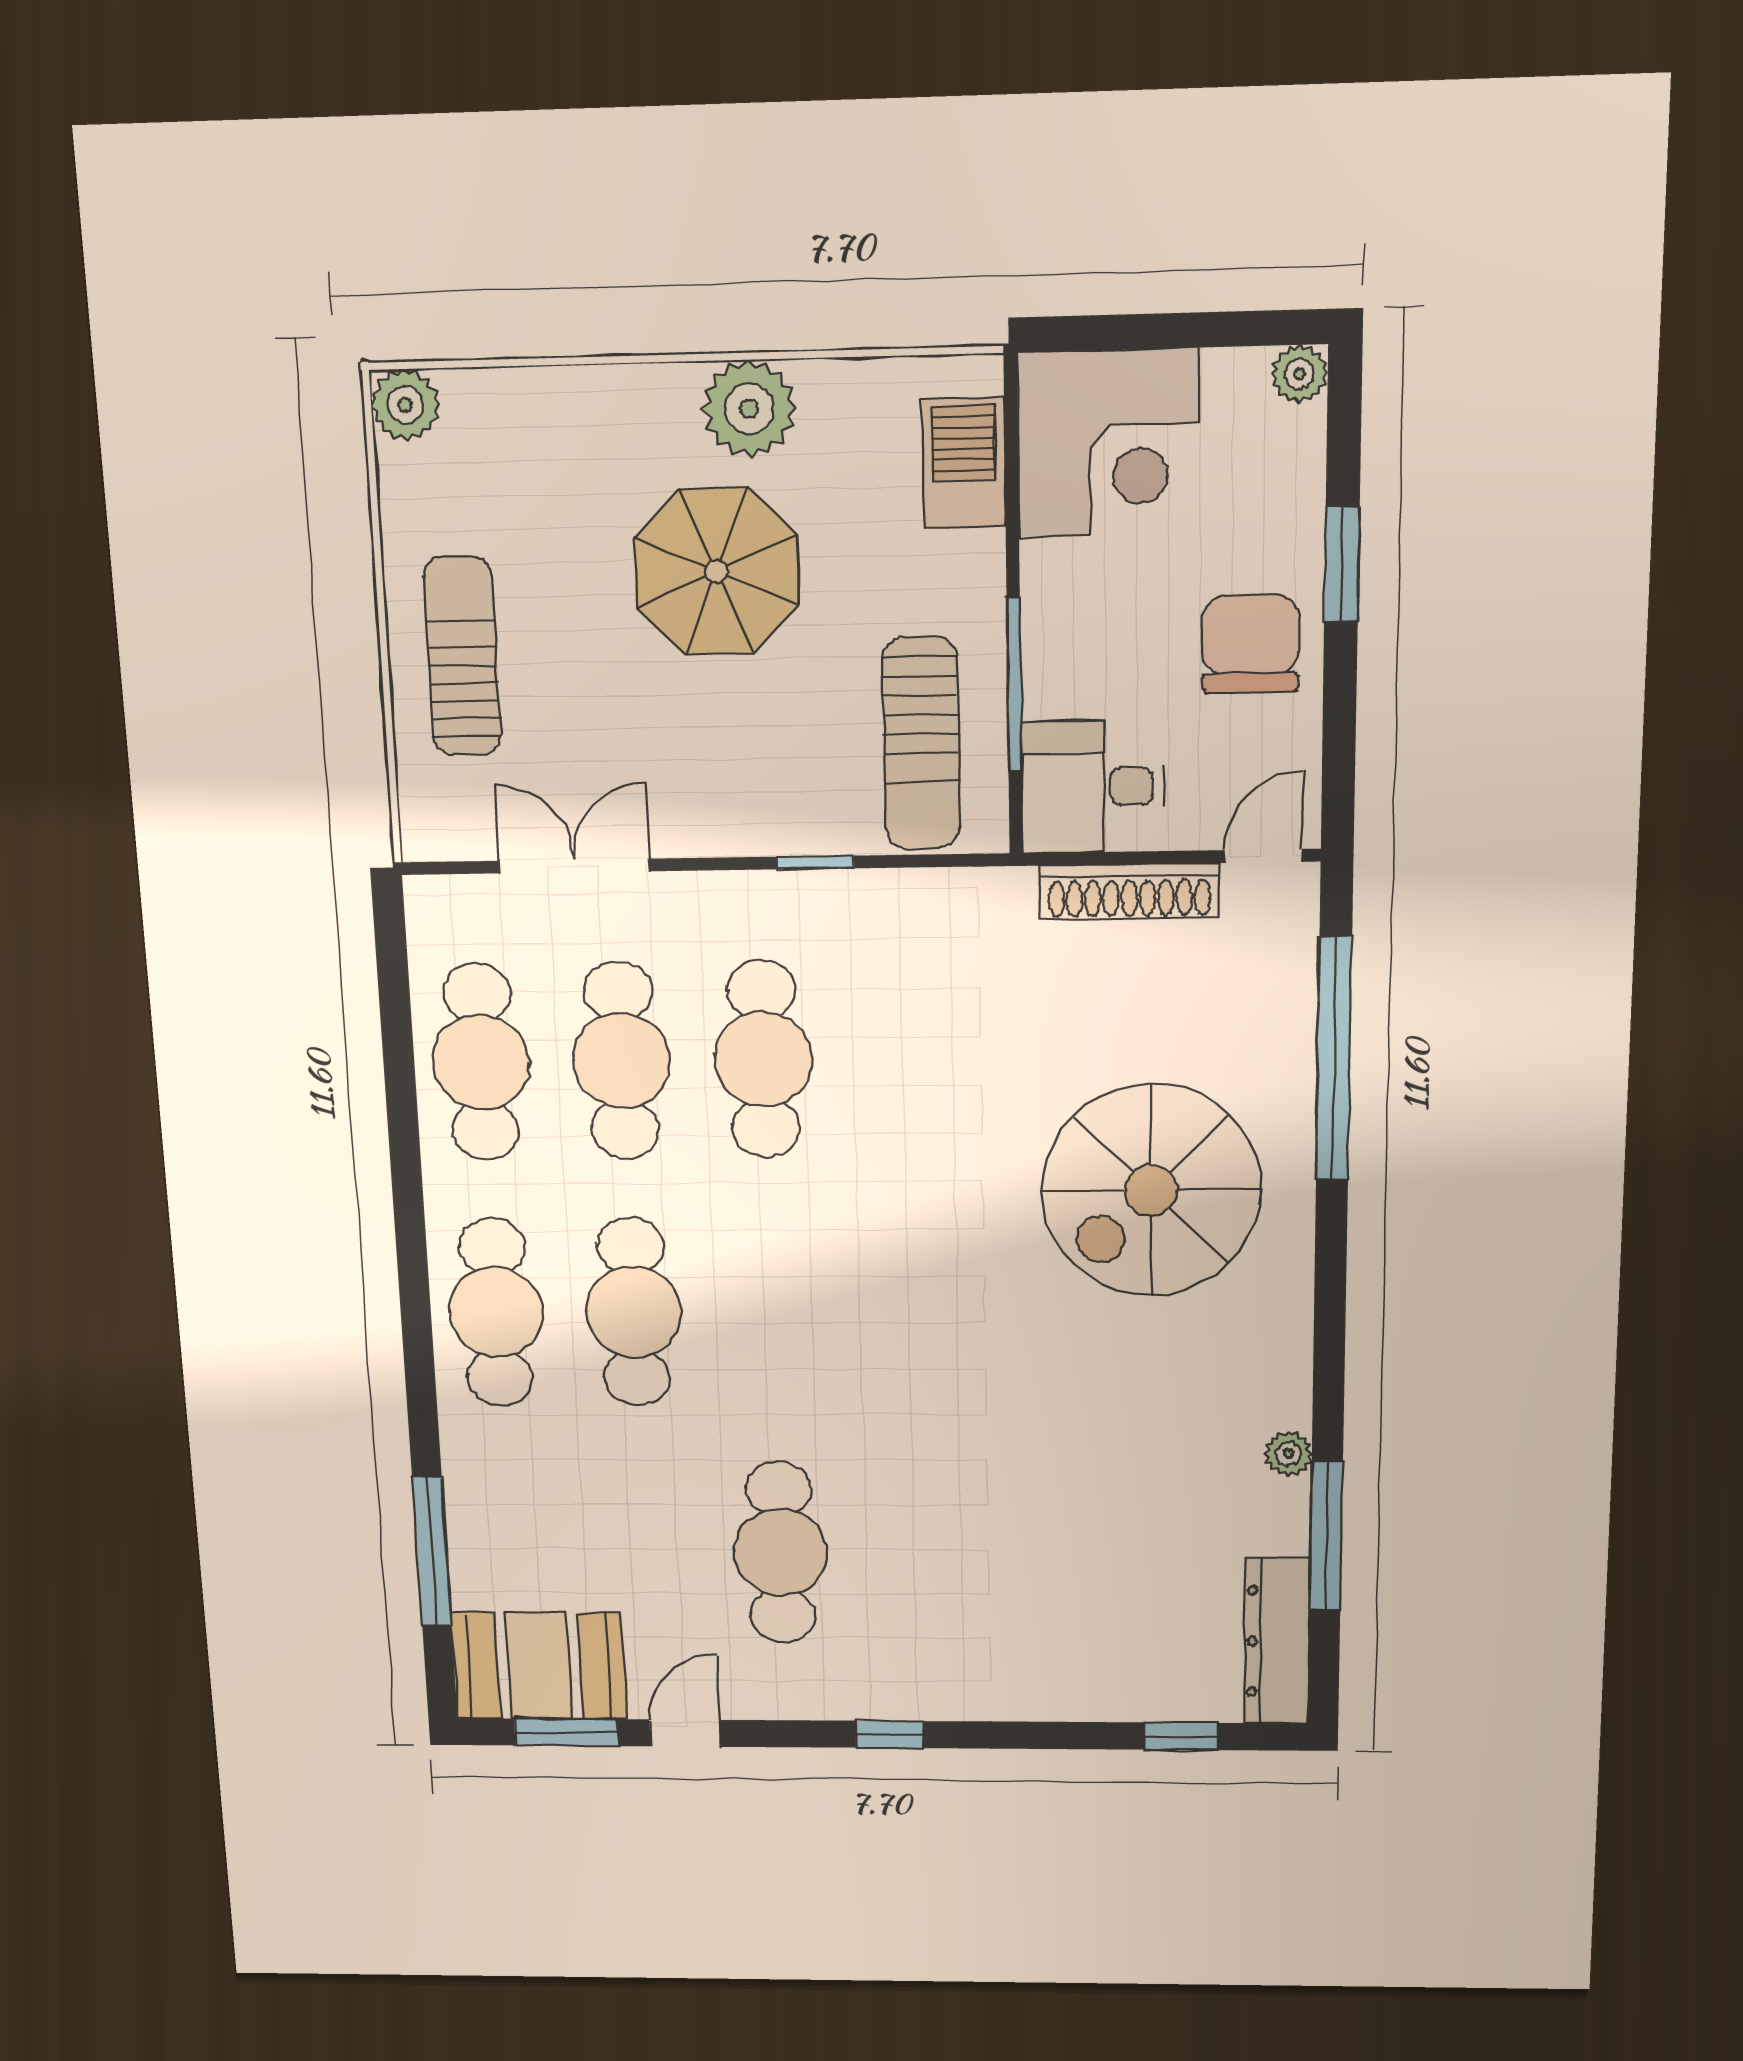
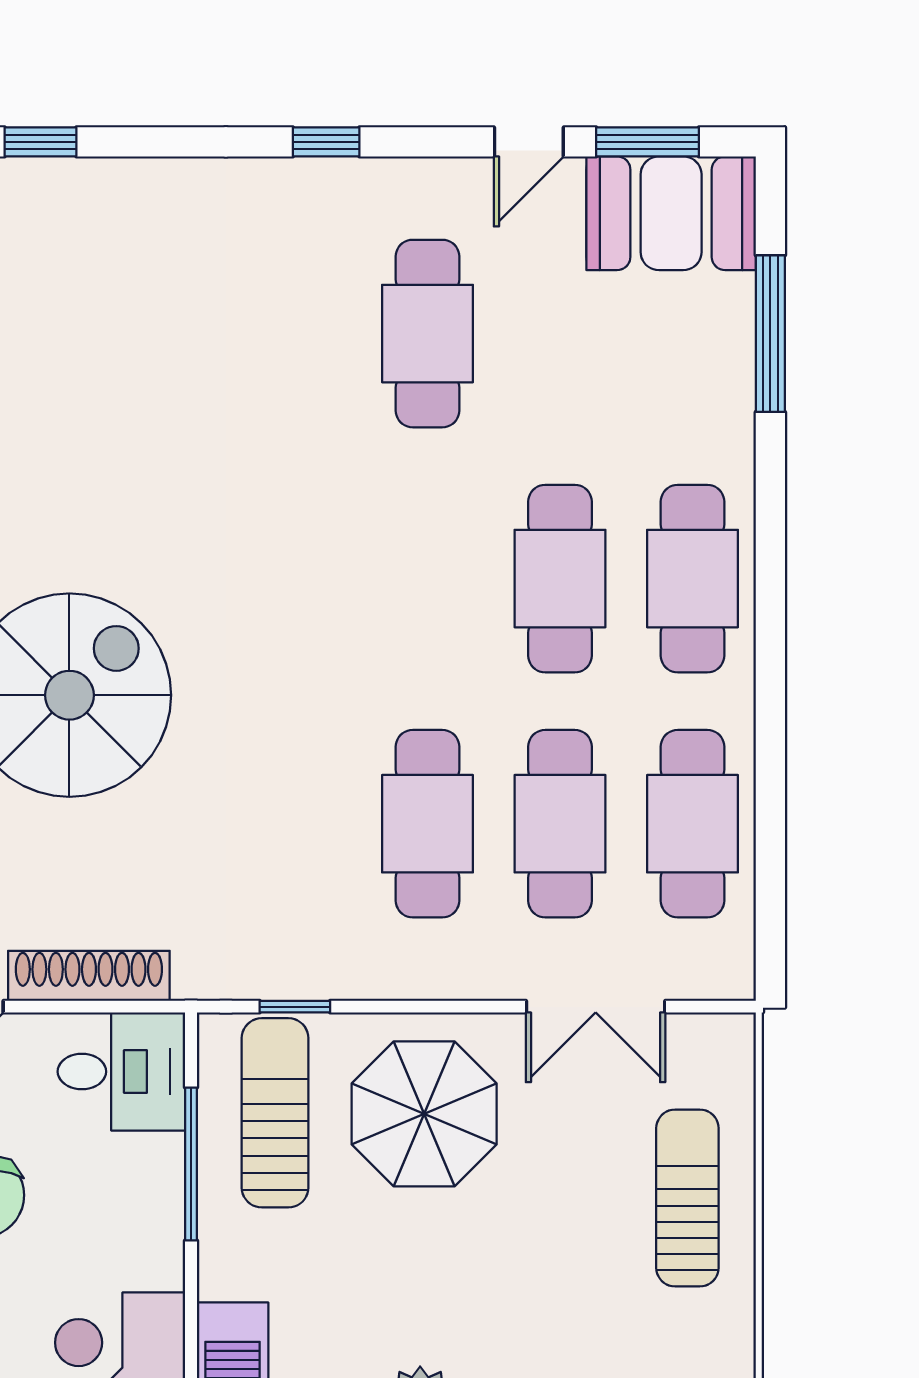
parasol: (717, 571) -> (424, 1114), moved
sun lounger: (462, 657) -> (687, 1198), turned 180
window: (815, 863) -> (295, 1007), moved

